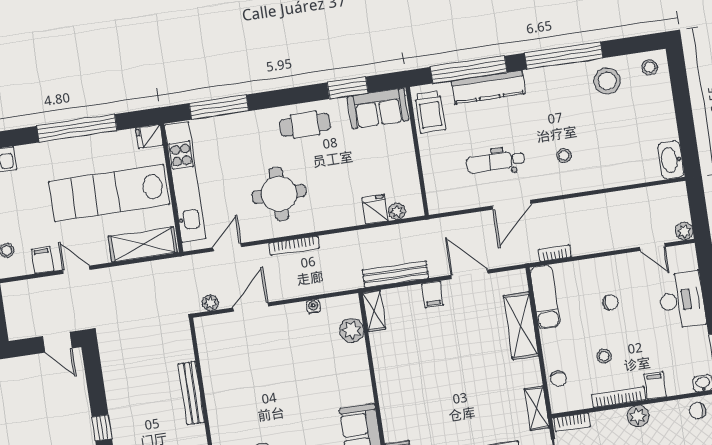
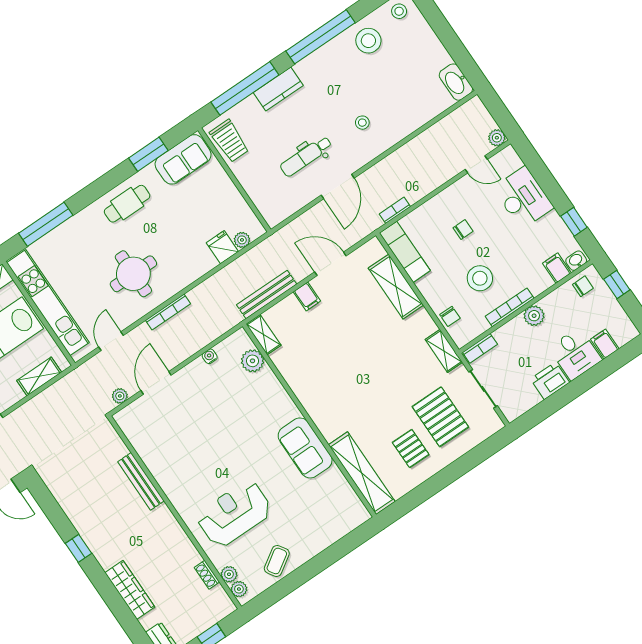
kitchen counter: (488, 87) -> (278, 89), width x0.67
shelving: (143, 244) -> (39, 376), width x0.67, depth x0.75
stool: (604, 356) -> (480, 278), width x1.89, depth x1.89
filing cabinet: (655, 385) -> (557, 268), moved
chair: (697, 411) -> (583, 286), turned 180

